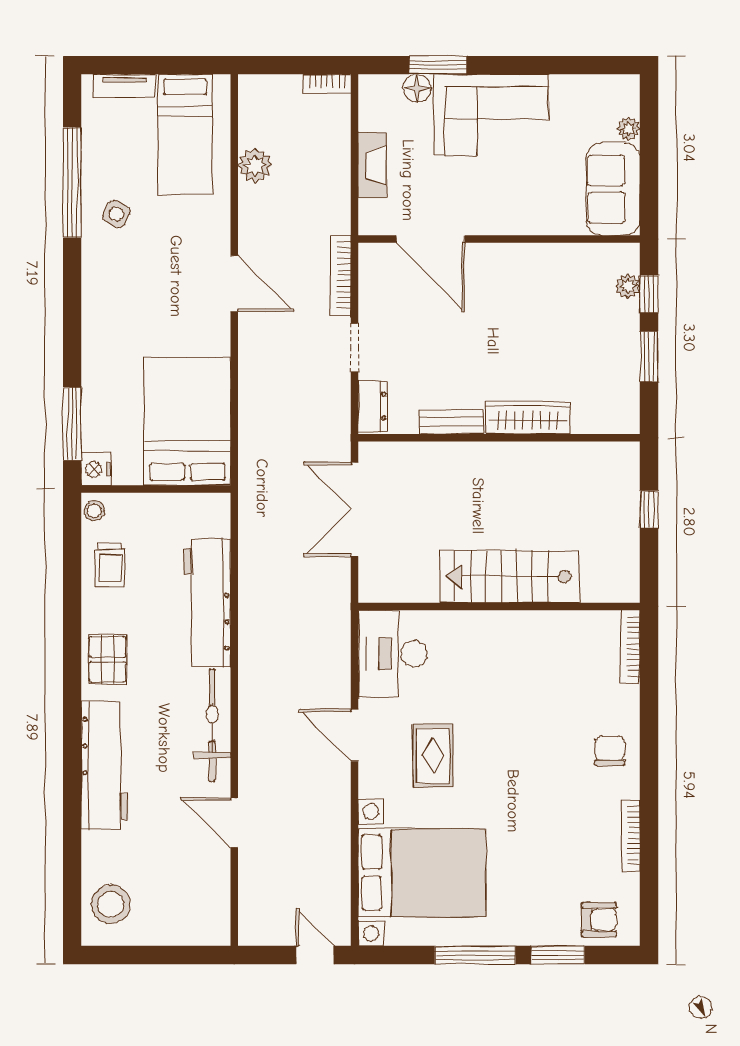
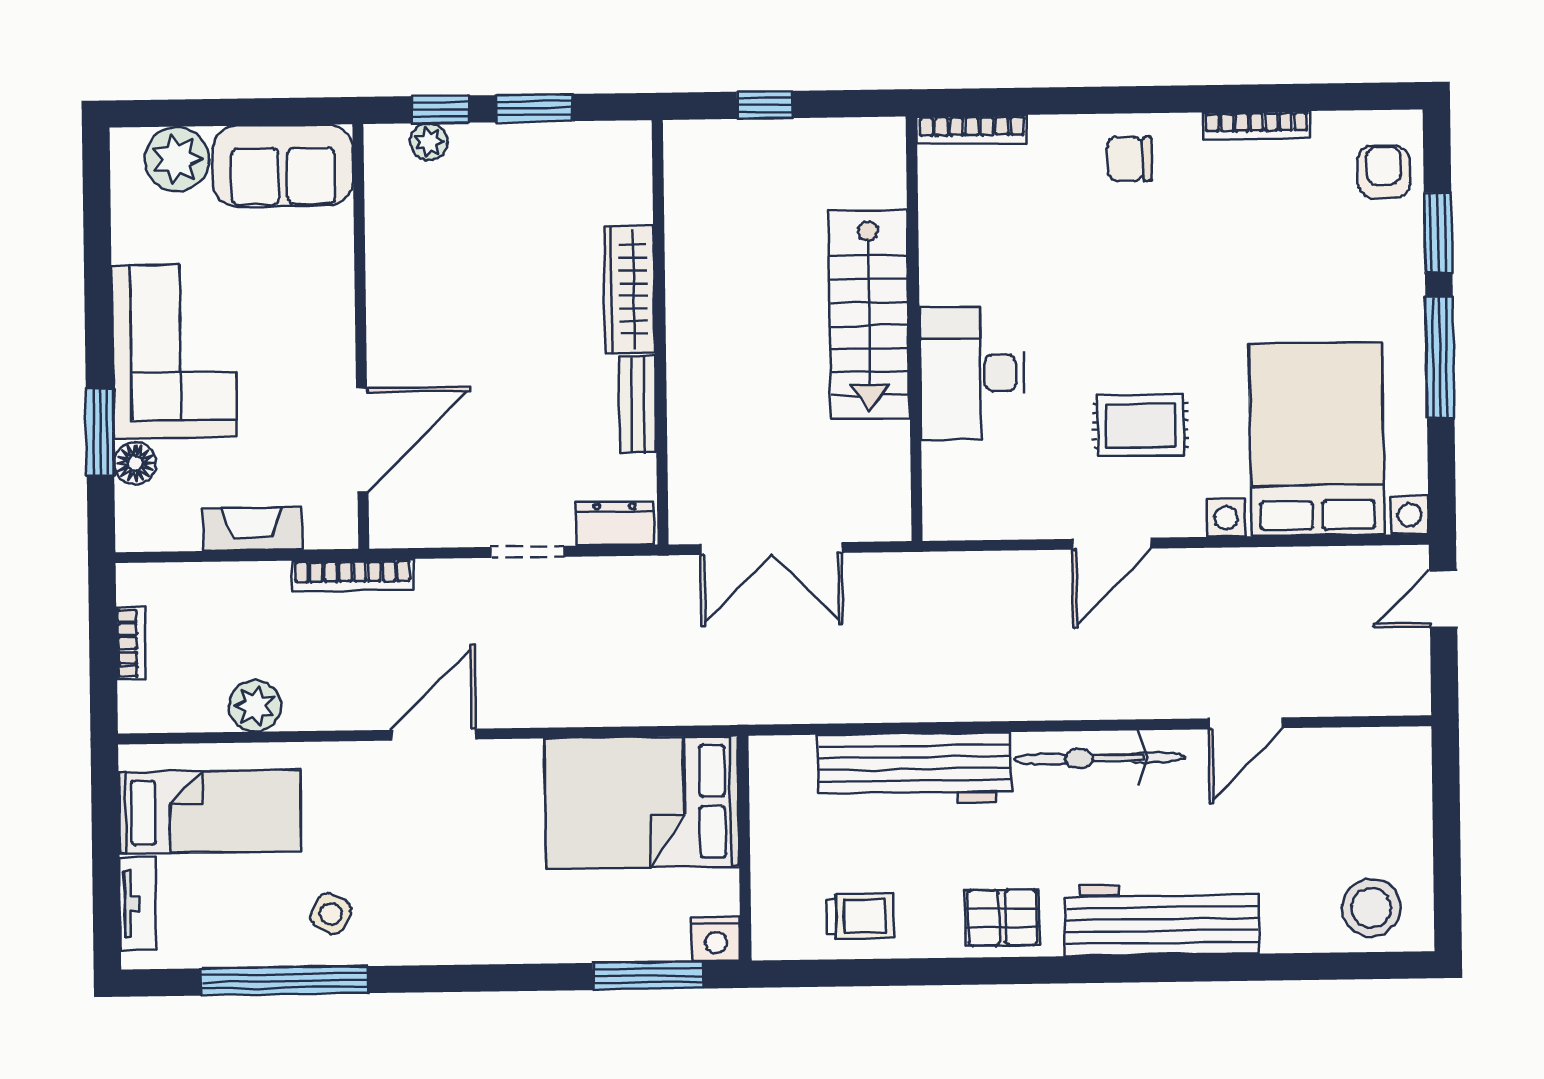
bookcase: (327, 84) -> (131, 643), moved
plant: (629, 129) -> (177, 159), width x1.88, depth x1.88
bookcase: (341, 275) -> (353, 575), moved
stool: (94, 511) -> (779, 941), removed
desk: (393, 654) -> (972, 373), moved, turned 90

